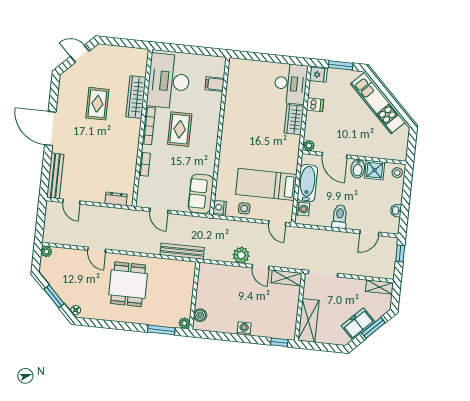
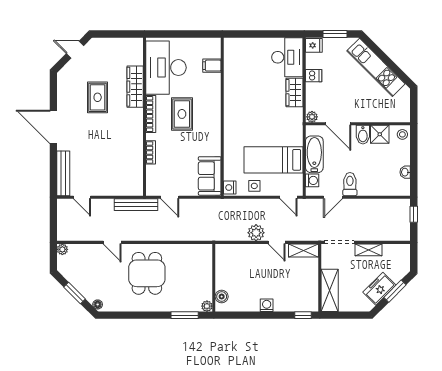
dresser: (116, 199) -> (126, 190), removed
door: (369, 233) -> (333, 197), moved
bench: (182, 251) -> (136, 205), moved
shelving: (380, 287) -> (369, 250), moved

